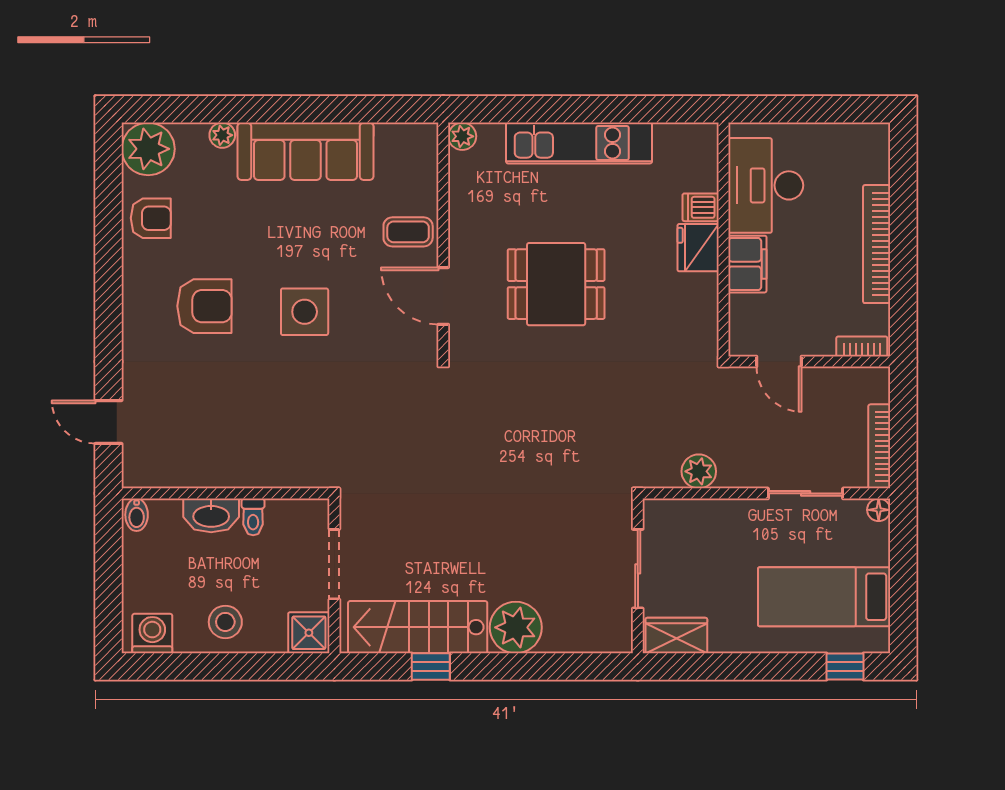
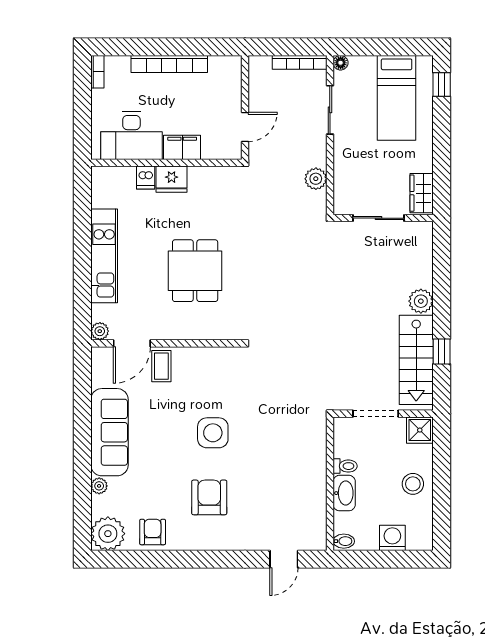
door: (443, 296) -> (132, 343), moved
bookcase: (862, 346) -> (97, 72), moved, turned 180
plant: (516, 627) -> (421, 301), width x0.73, depth x0.73
washing machine: (152, 634) -> (392, 538), moved, turned 90

